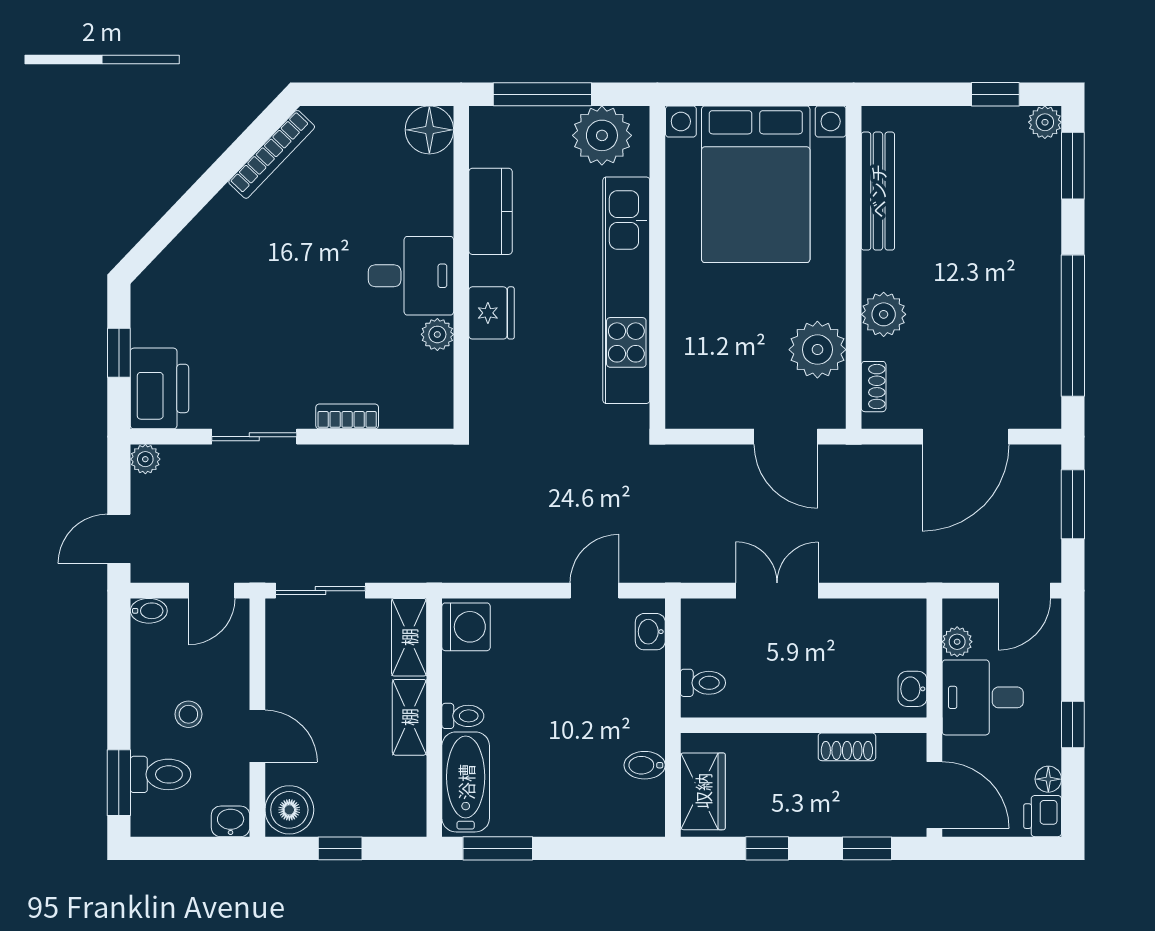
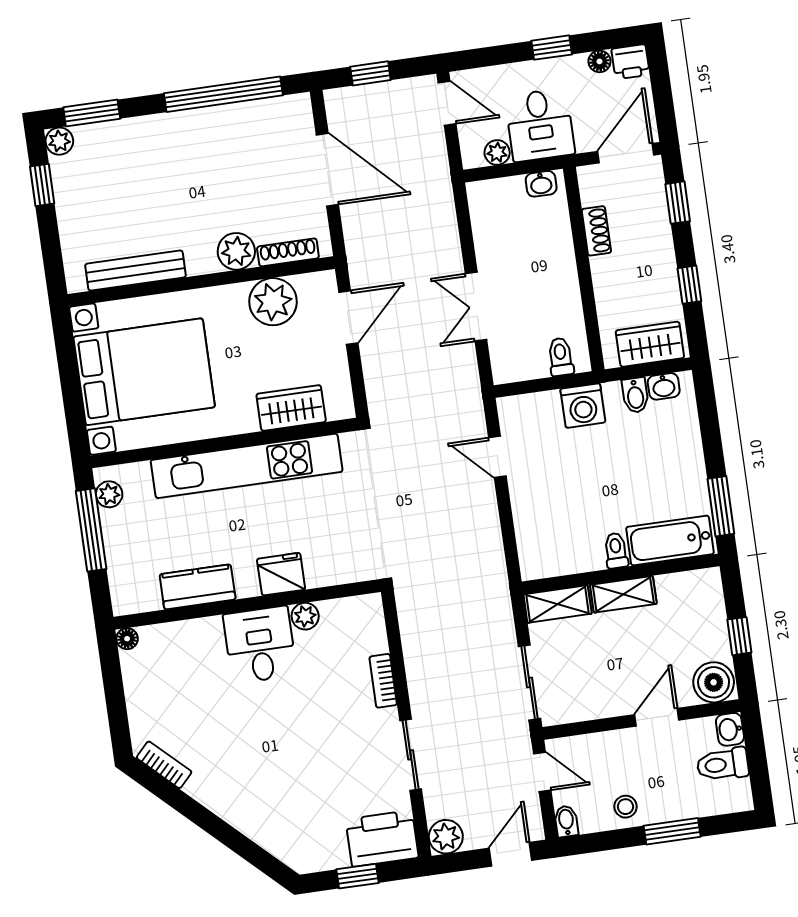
window: (542, 94) -> (91, 530), moved
floor lamp: (429, 130) -> (127, 639), width x0.53, depth x0.53
plant: (602, 135) -> (109, 494), width x0.53, depth x0.53
bookcase: (272, 154) -> (164, 765), width x0.64
wardrobe: (688, 353) -> (291, 408), added
shoe rack: (874, 387) -> (288, 252), width x1.43
plant: (145, 459) -> (446, 837), width x1.38, depth x1.38
window: (1073, 504) -> (370, 73), width x0.67
door: (119, 539) -> (511, 854), swing flipped
washing machine: (466, 627) -> (583, 406), moved, turned 180
washbasin: (650, 632) -> (664, 386), moved
stool: (188, 714) -> (625, 807), moved
toilet: (160, 774) -> (723, 764), moved, turned -90
window: (119, 783) -> (672, 831), moved

